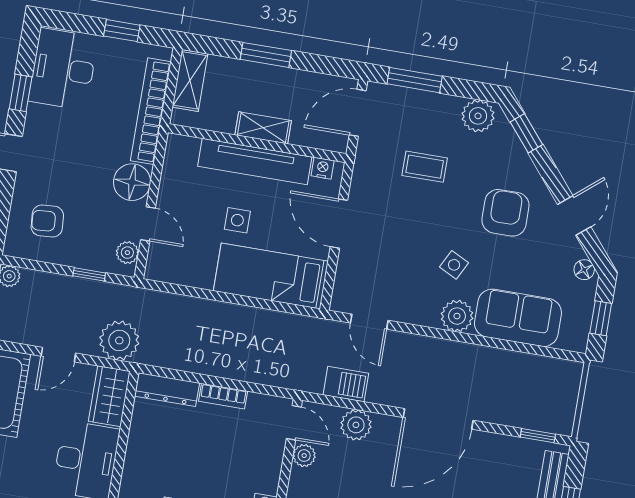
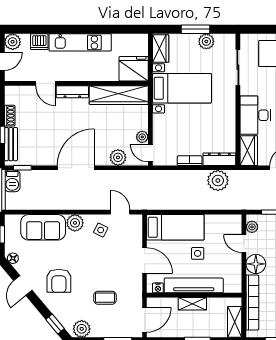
side table: (454, 265) -> (101, 230), moved
plant: (119, 340) -> (218, 180), moved
barbecue: (346, 384) -> (12, 181), moved, turned -90

